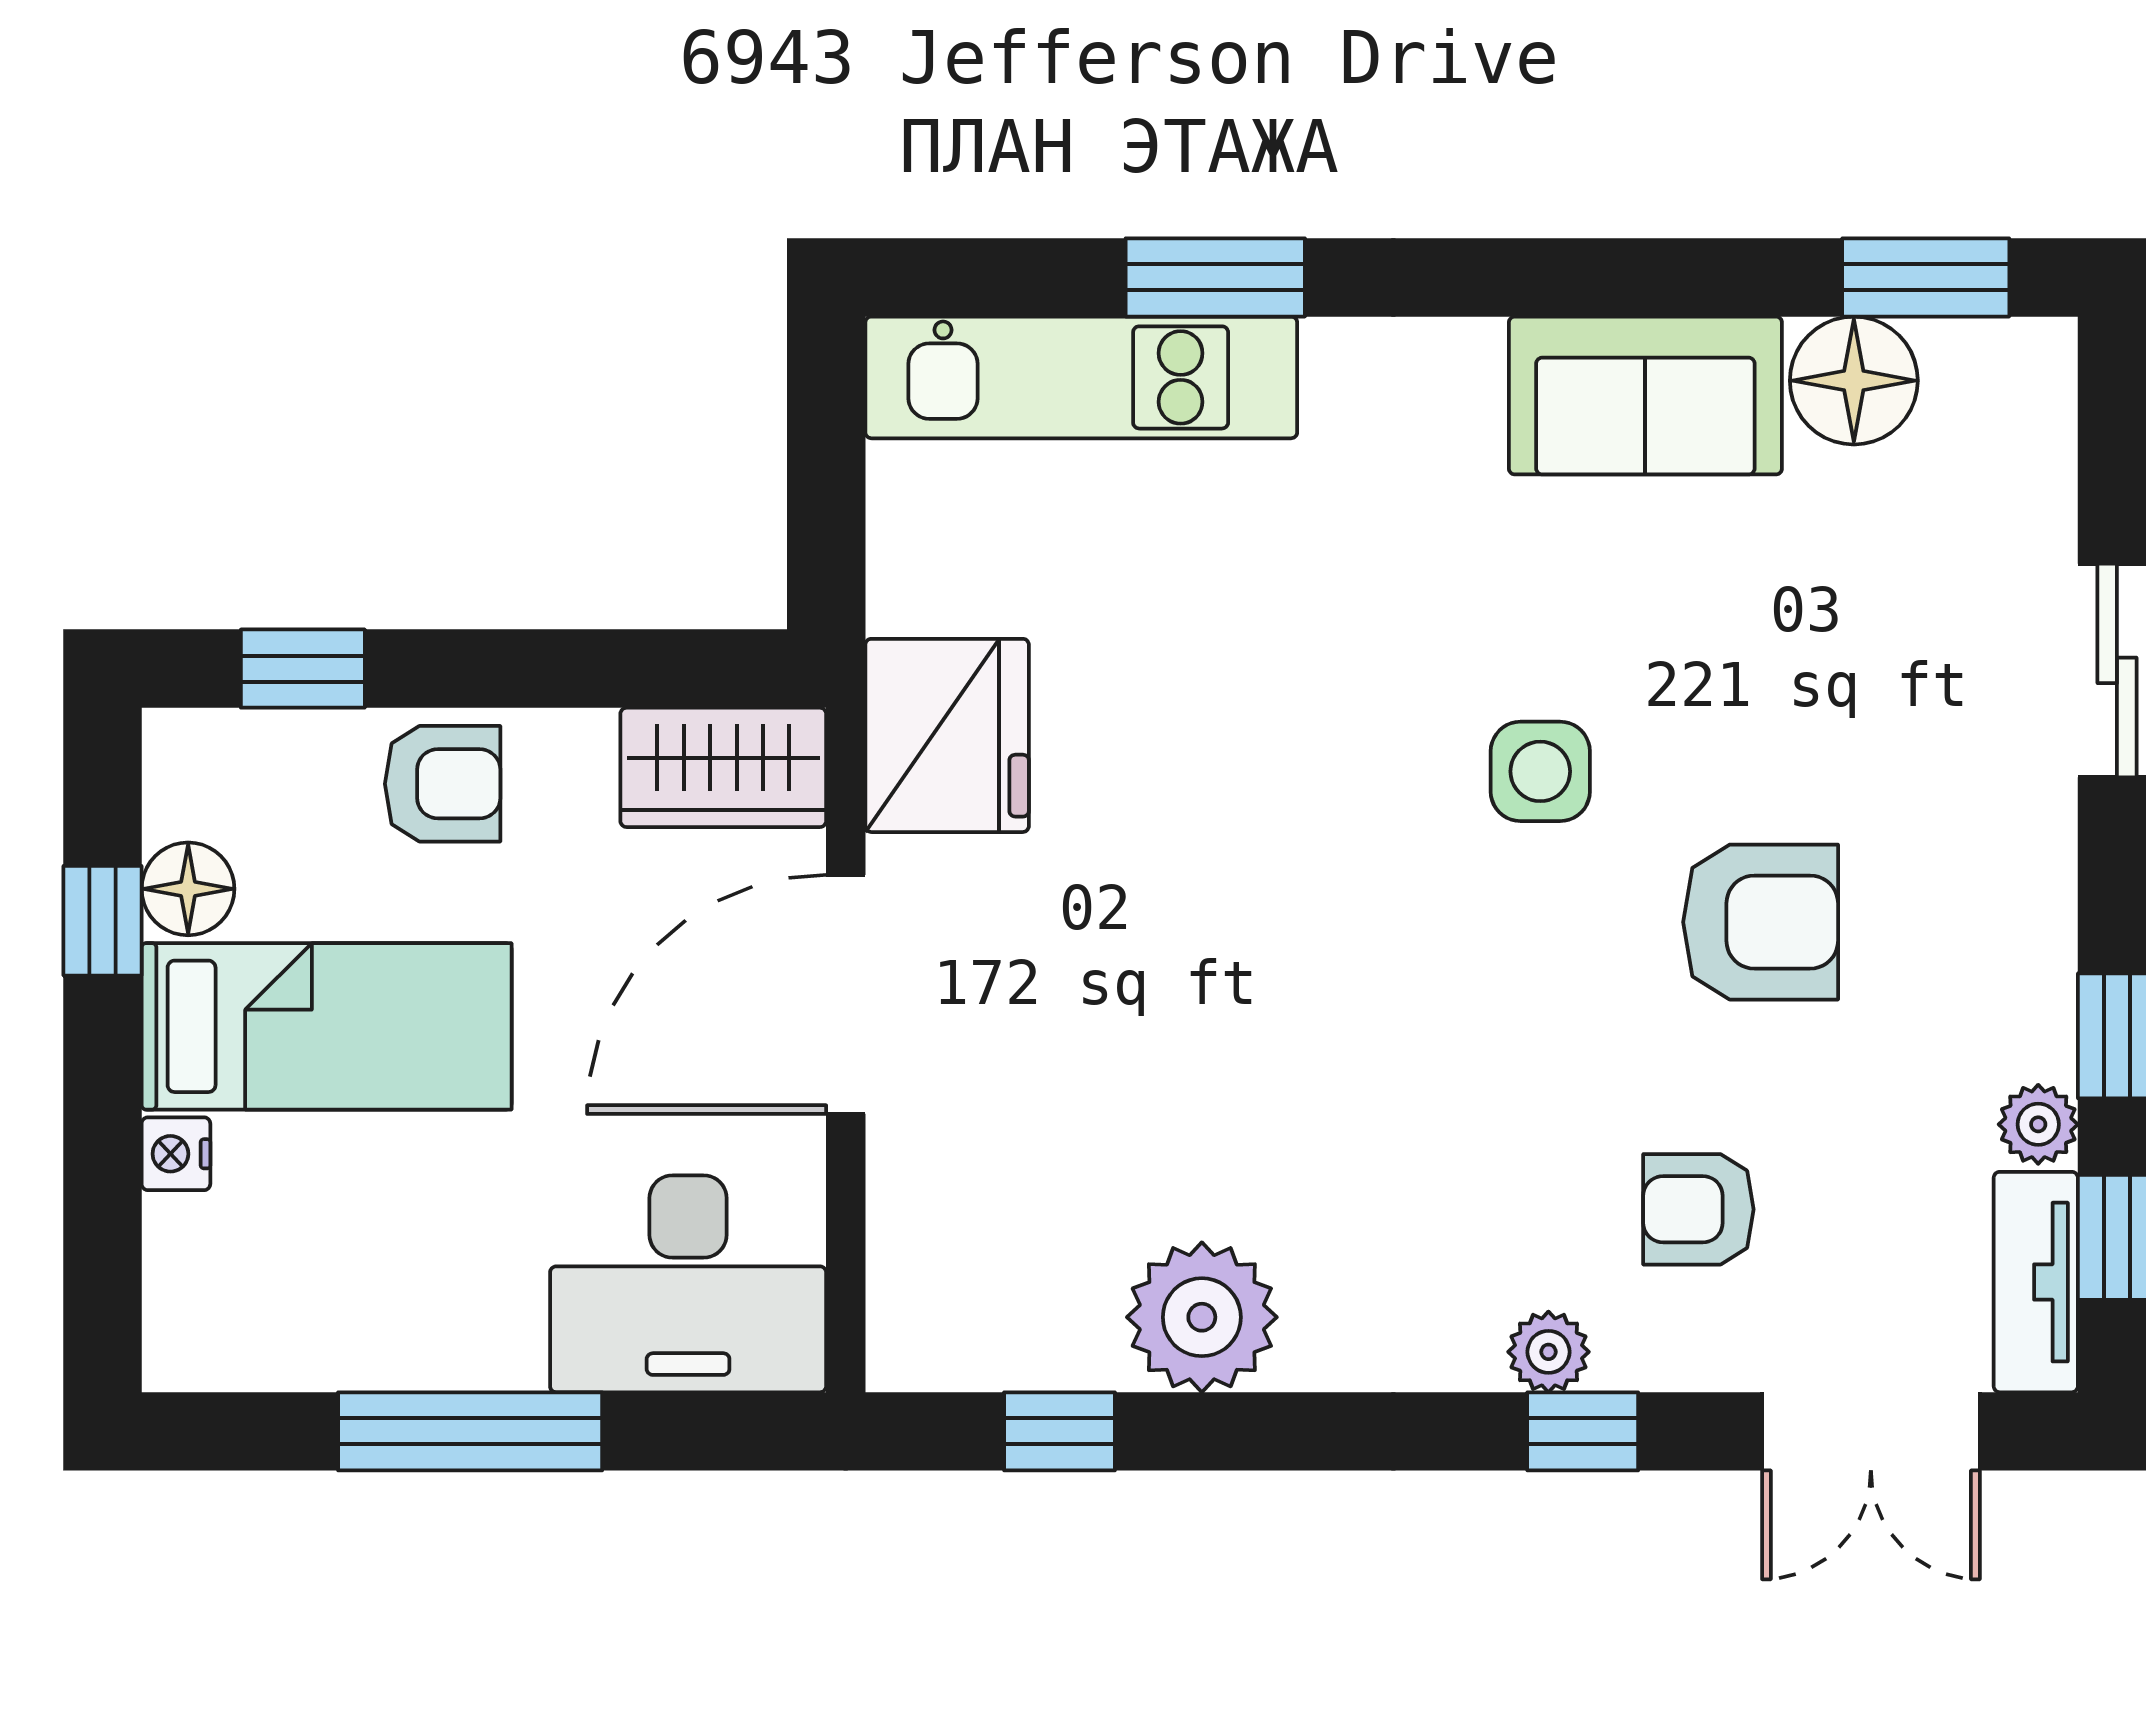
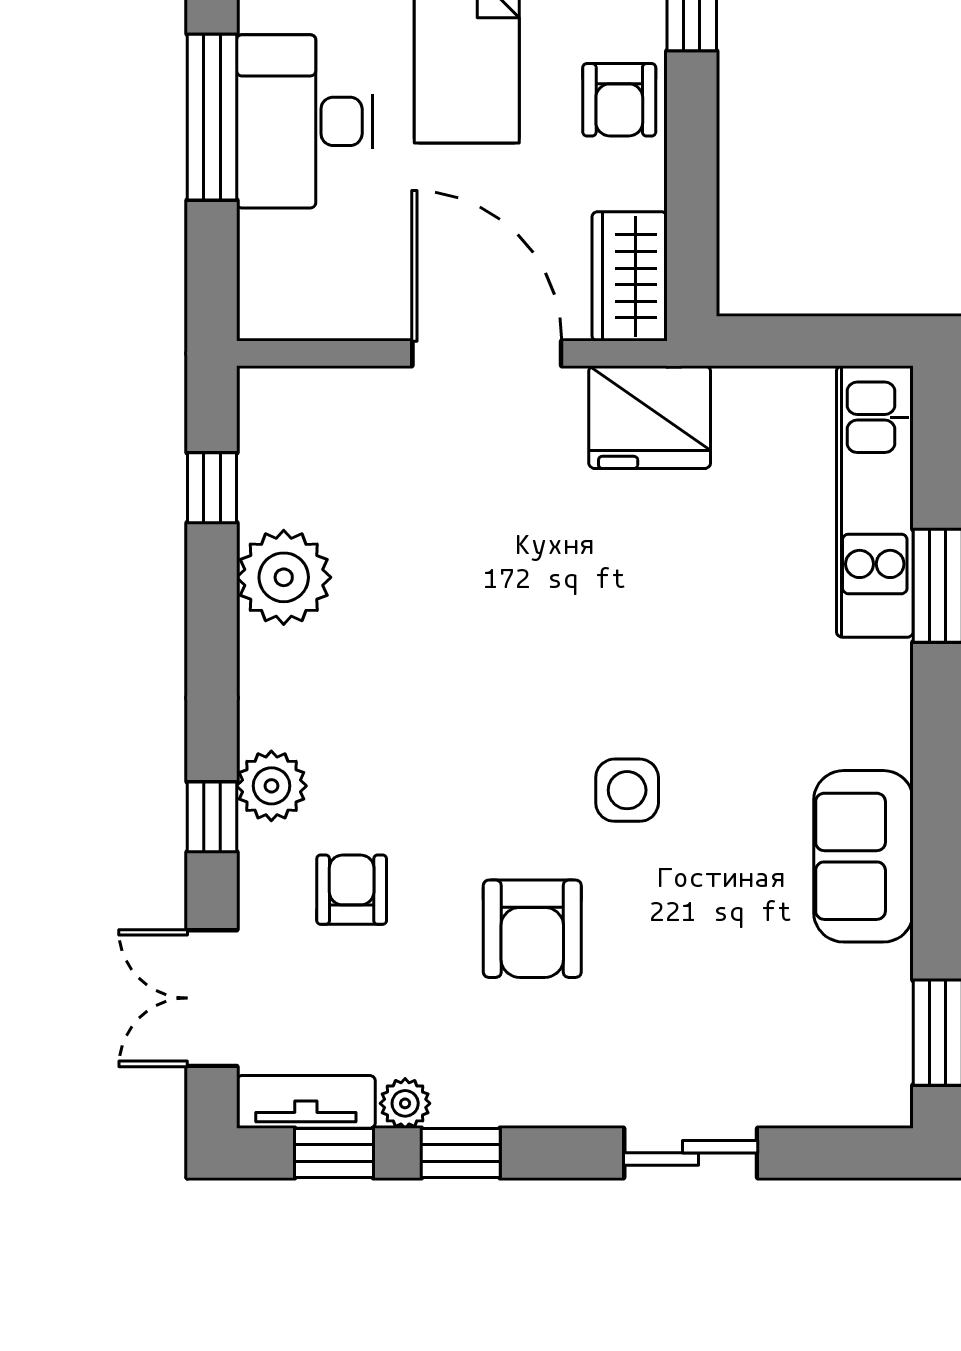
floor lamp: (1854, 381) -> (873, 987), removed
desk: (688, 1284) -> (305, 121), moved
plant: (1548, 1352) -> (271, 786), width x1.38, depth x1.38

